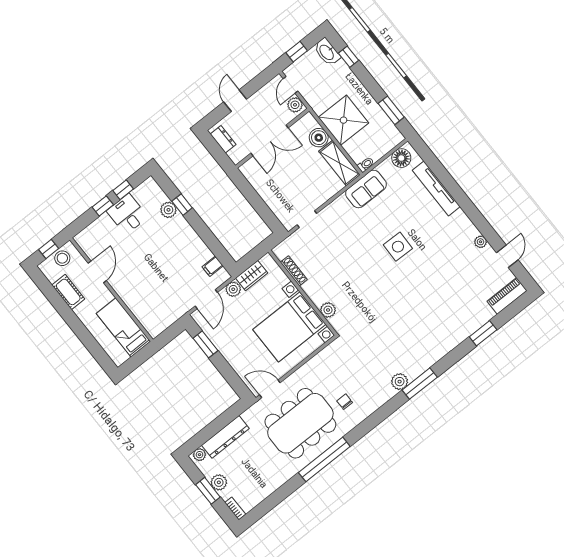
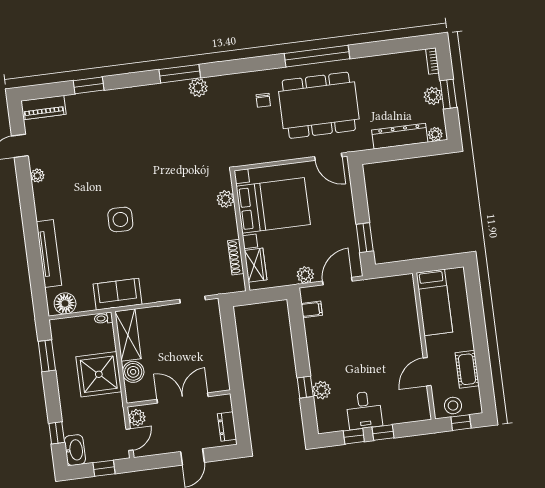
wardrobe: (252, 276) -> (255, 265), moved, turned 90

